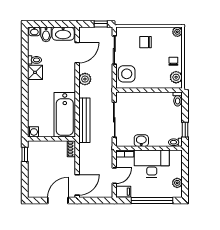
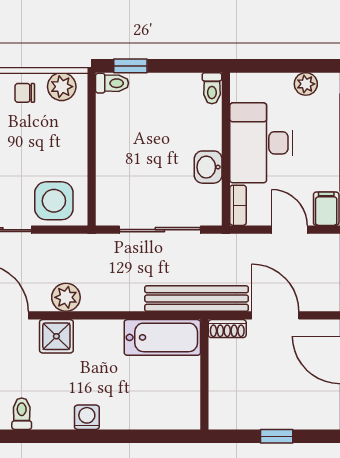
shower: (35, 72) -> (56, 336), moved
bathtub: (65, 115) -> (162, 337), width x0.73, depth x0.73
bench: (84, 120) -> (197, 299), moved
window: (185, 130) -> (130, 66), moved
washing machine: (33, 132) -> (87, 417), moved
window: (25, 154) -> (277, 436), moved
door: (77, 185) -> (275, 315), moved

